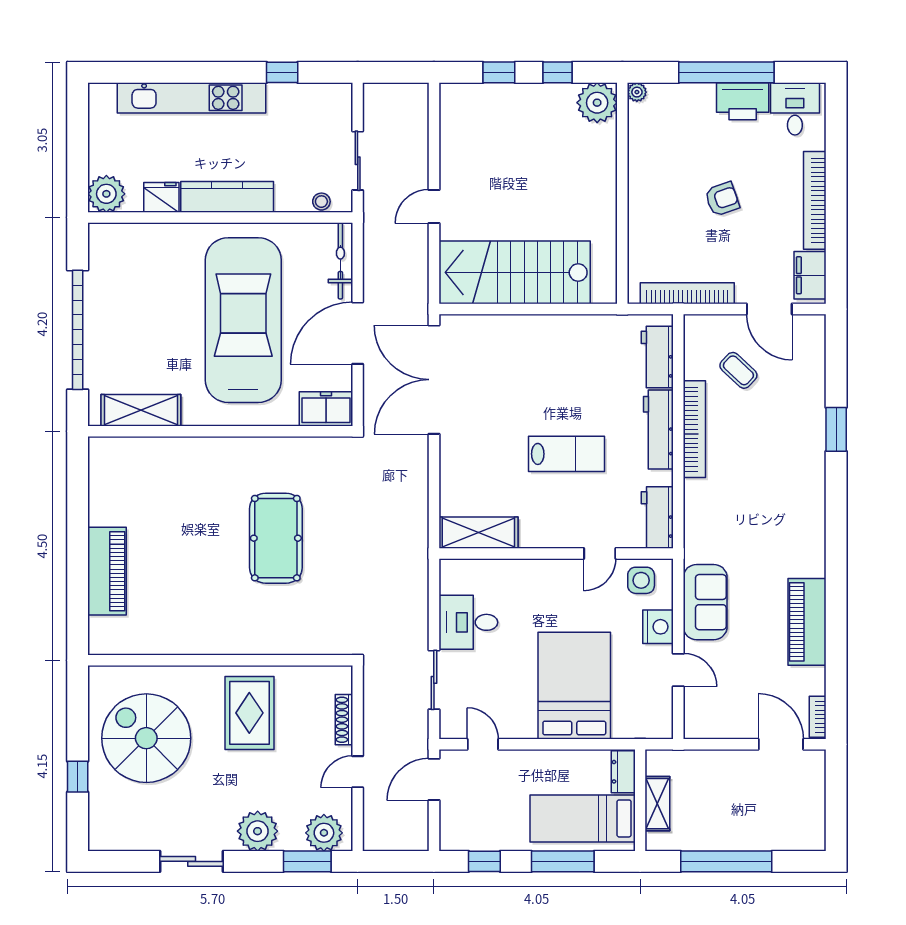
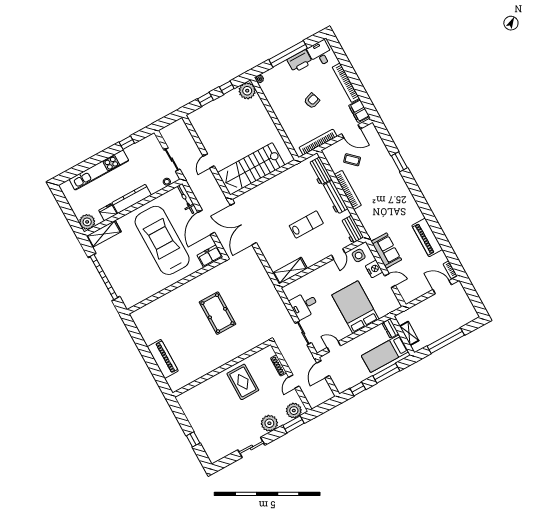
shelving: (141, 410) -> (104, 234), moved
spiral stairs: (146, 738) -> (210, 412), removed

